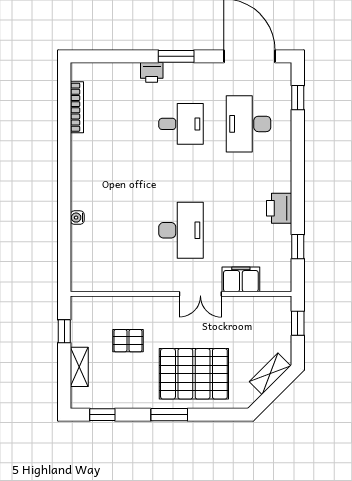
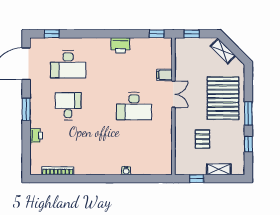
printer: (152, 72) -> (36, 135), moved
desk: (181, 230) -> (134, 106), turned 180
window: (298, 247) -> (157, 34), moved
filing cabinet: (241, 279) -> (164, 75), width x0.50
window: (102, 415) -> (248, 144), moved

